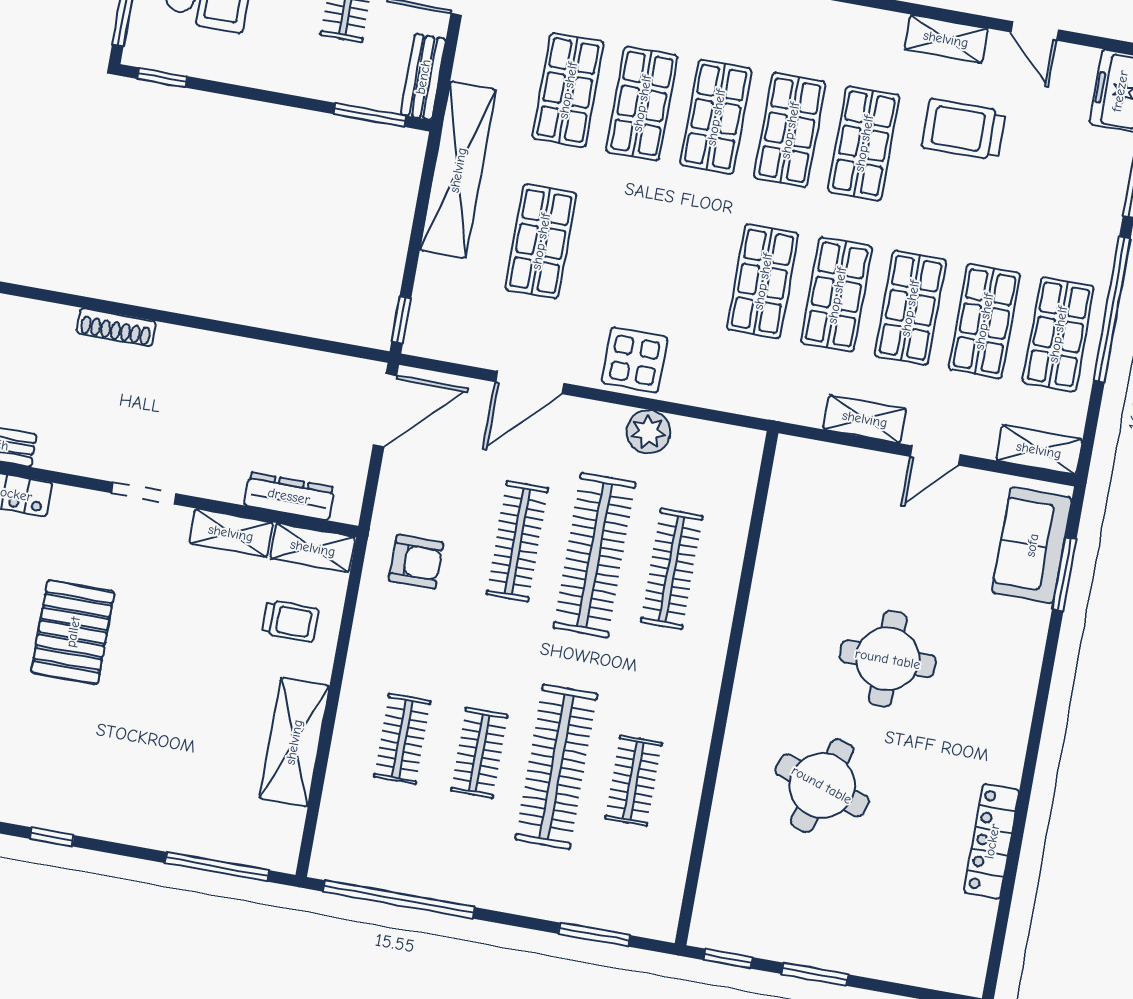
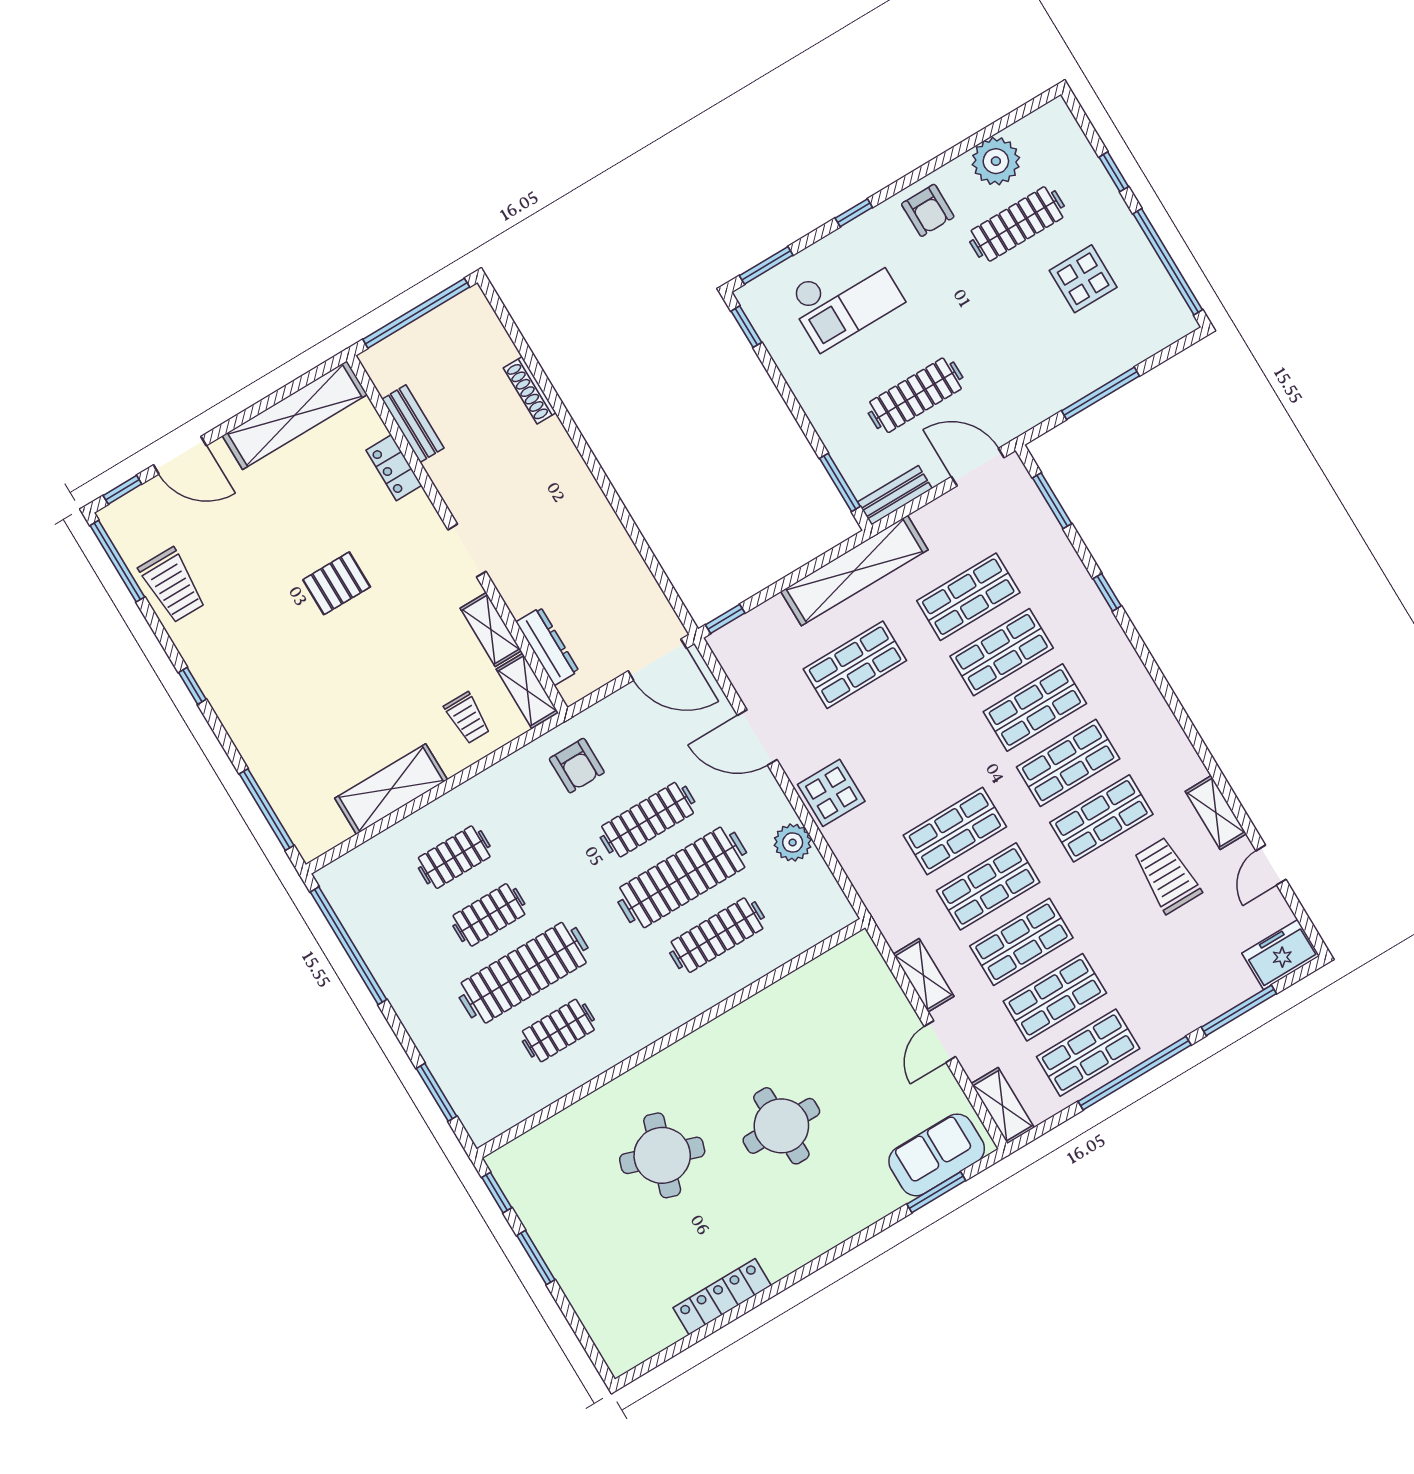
shoe rack: (116, 327) -> (530, 390), moved
door: (935, 455) -> (940, 1042), hinge flipped
pallet: (73, 632) -> (337, 583), width x0.67, depth x0.71

